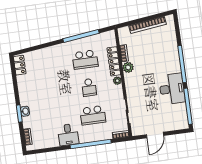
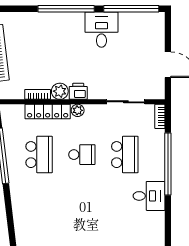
printer: (130, 79) -> (78, 91), added
desk: (172, 89) -> (101, 30), width x0.73

